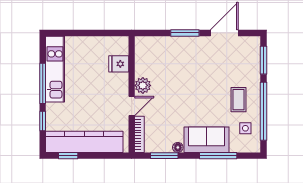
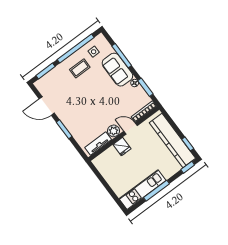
tv unit: (141, 58) -> (98, 144), added
fridge: (119, 64) -> (122, 147), moved
window: (43, 121) -> (188, 167), moved

